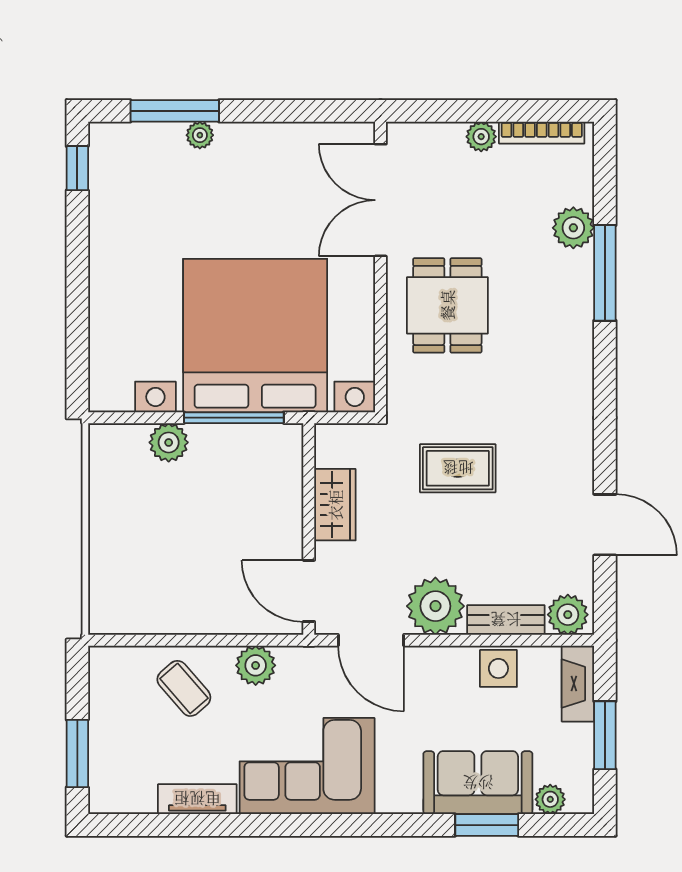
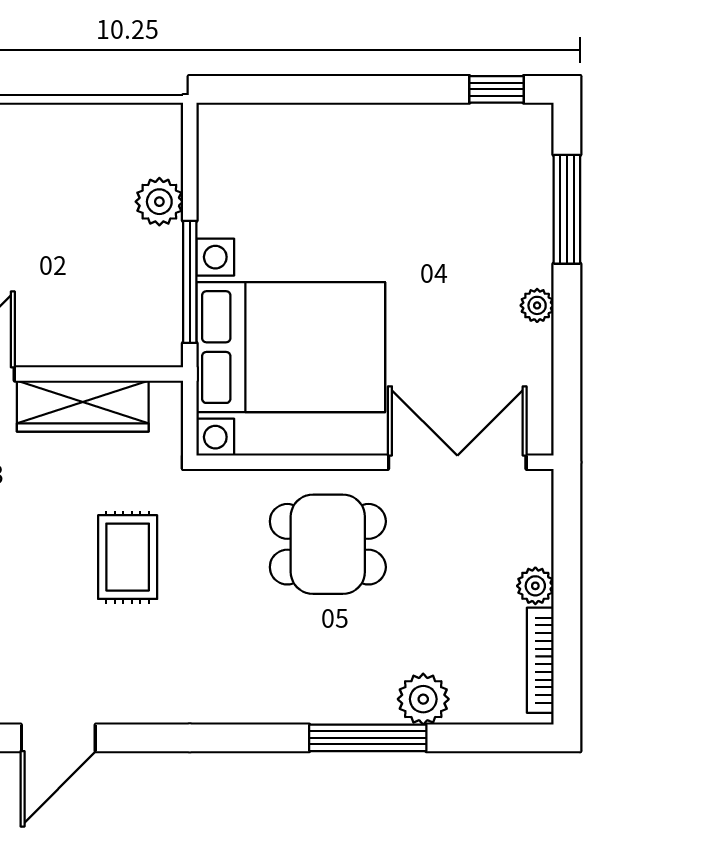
plant: (200, 135) -> (537, 305), moved
bed with nightstands: (255, 336) -> (291, 347), width x0.73
wardrobe: (335, 505) -> (83, 406), width x1.50

